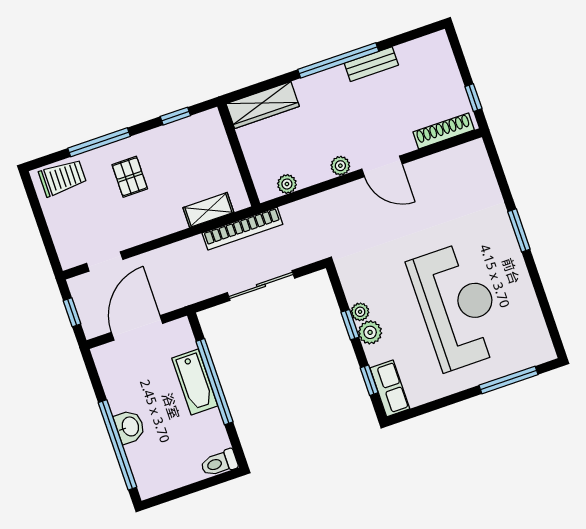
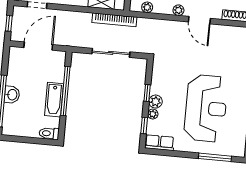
plant: (360, 312) -> (153, 114), moved
bathtub: (195, 382) -> (54, 100), moved
row of seats: (390, 388) -> (160, 143), moved, turned -90

